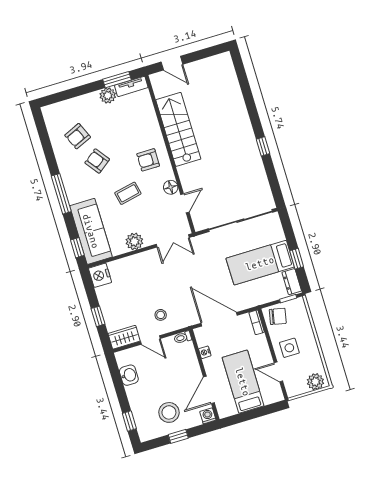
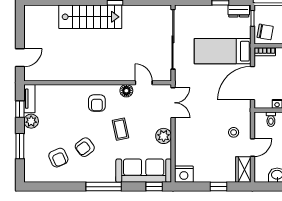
window: (117, 80) -> (20, 109), width x0.67
window: (78, 91) -> (20, 146), added
stairs: (178, 129) -> (90, 17), moved, turned 180
bed: (260, 263) -> (223, 51), moved, turned 90
chair: (278, 316) -> (265, 32), turned 88
toilet: (183, 337) -> (271, 119), moved

